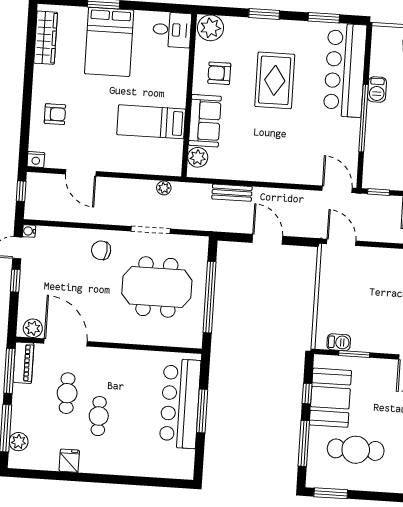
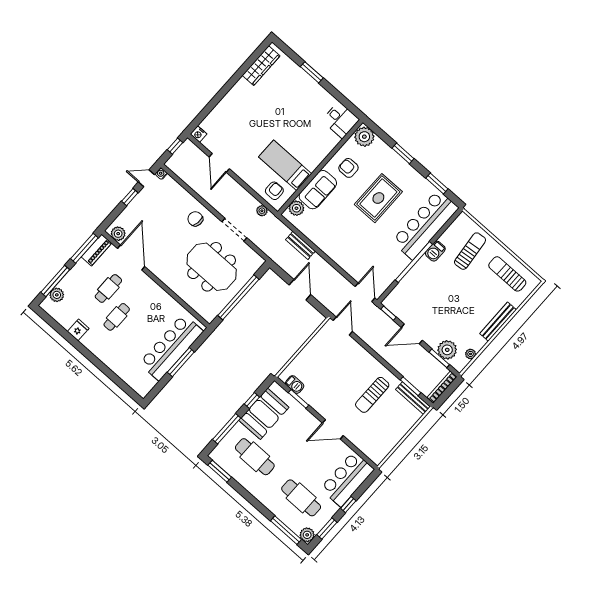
bed: (109, 42) -> (297, 98), removed
armchair: (55, 114) -> (274, 191), moved, turned -90

